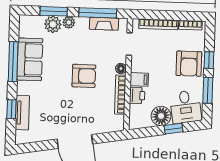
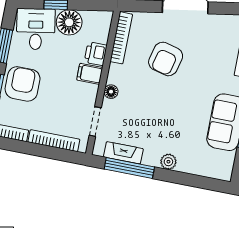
window: (54, 11) -> (186, 179), removed
plant: (53, 24) -> (189, 163), removed
armchair: (84, 76) -> (166, 59), moved, turned -76
bookcase: (120, 95) -> (121, 38), moved

